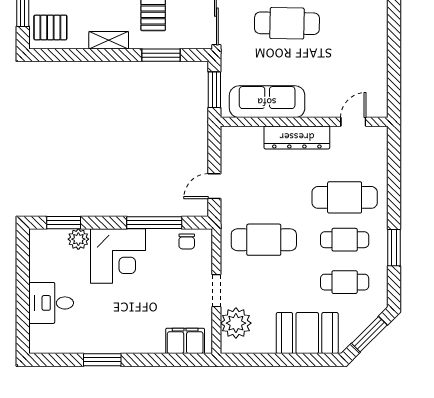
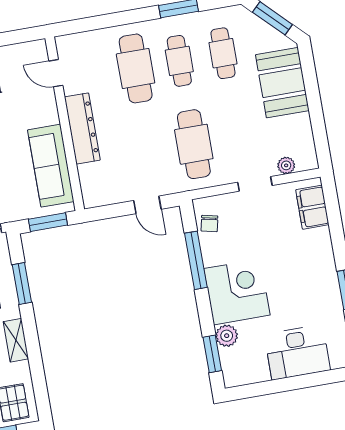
chair: (187, 241) -> (209, 224), turned 102
desk: (51, 303) -> (297, 352), width x1.37
plant: (236, 323) -> (286, 165), width x0.53, depth x0.53

